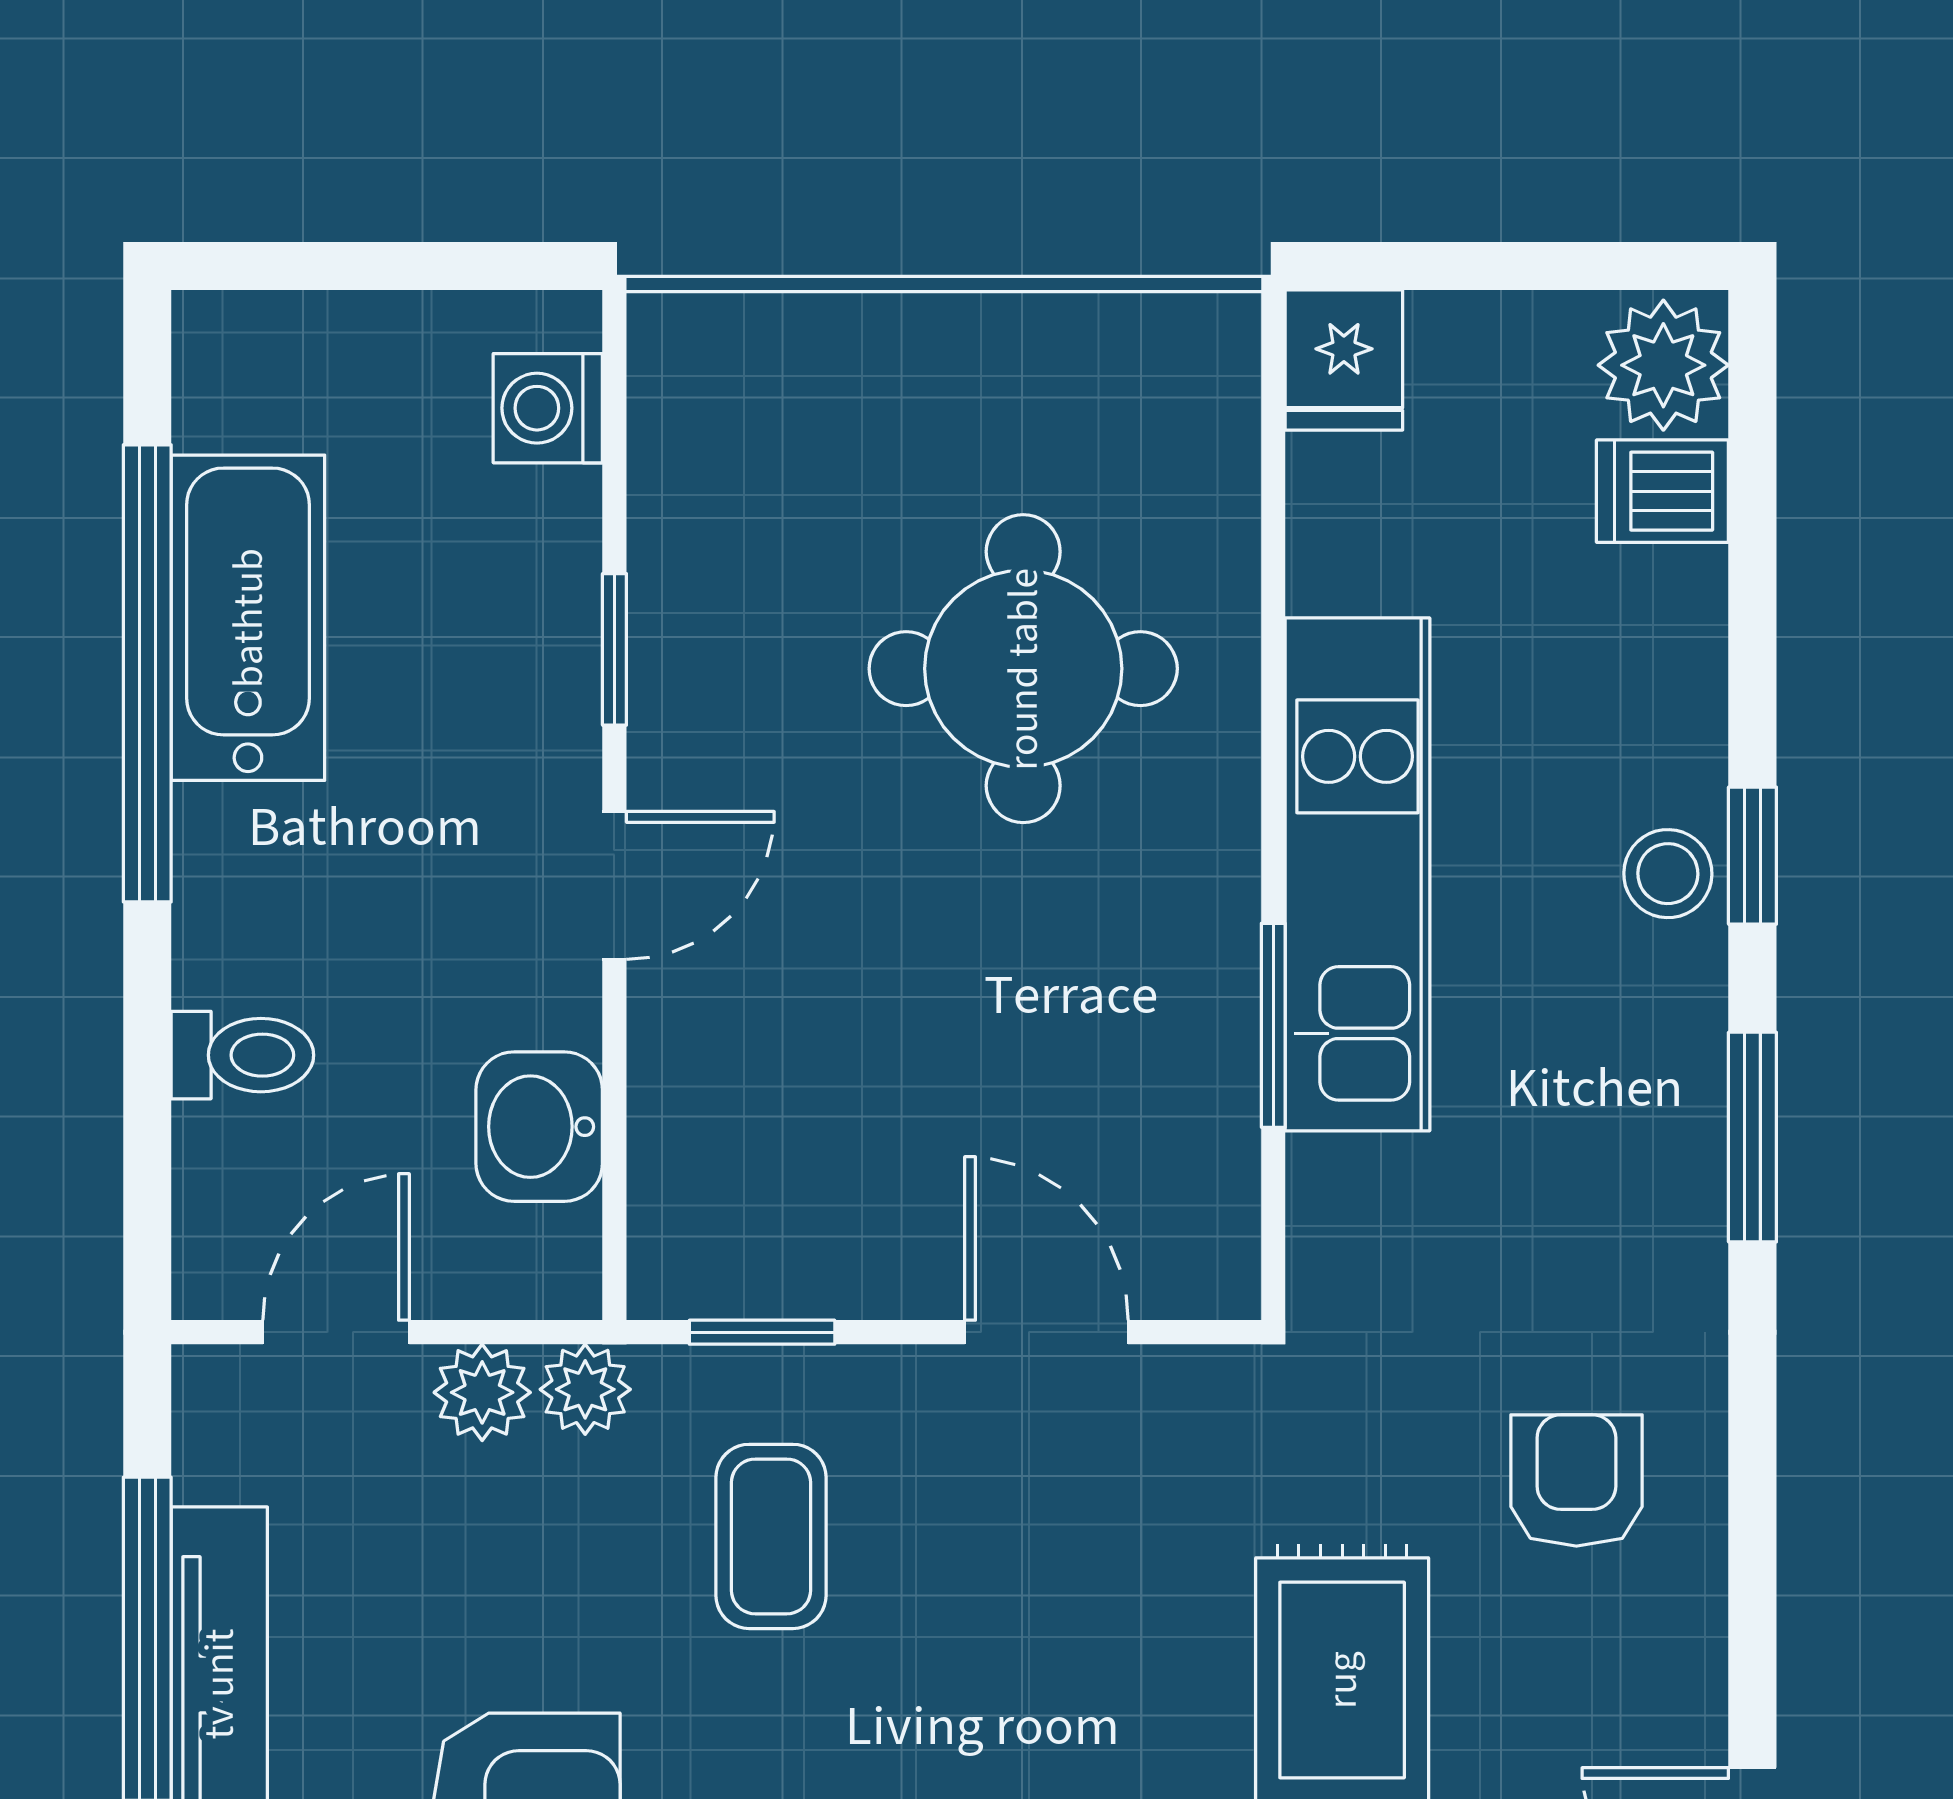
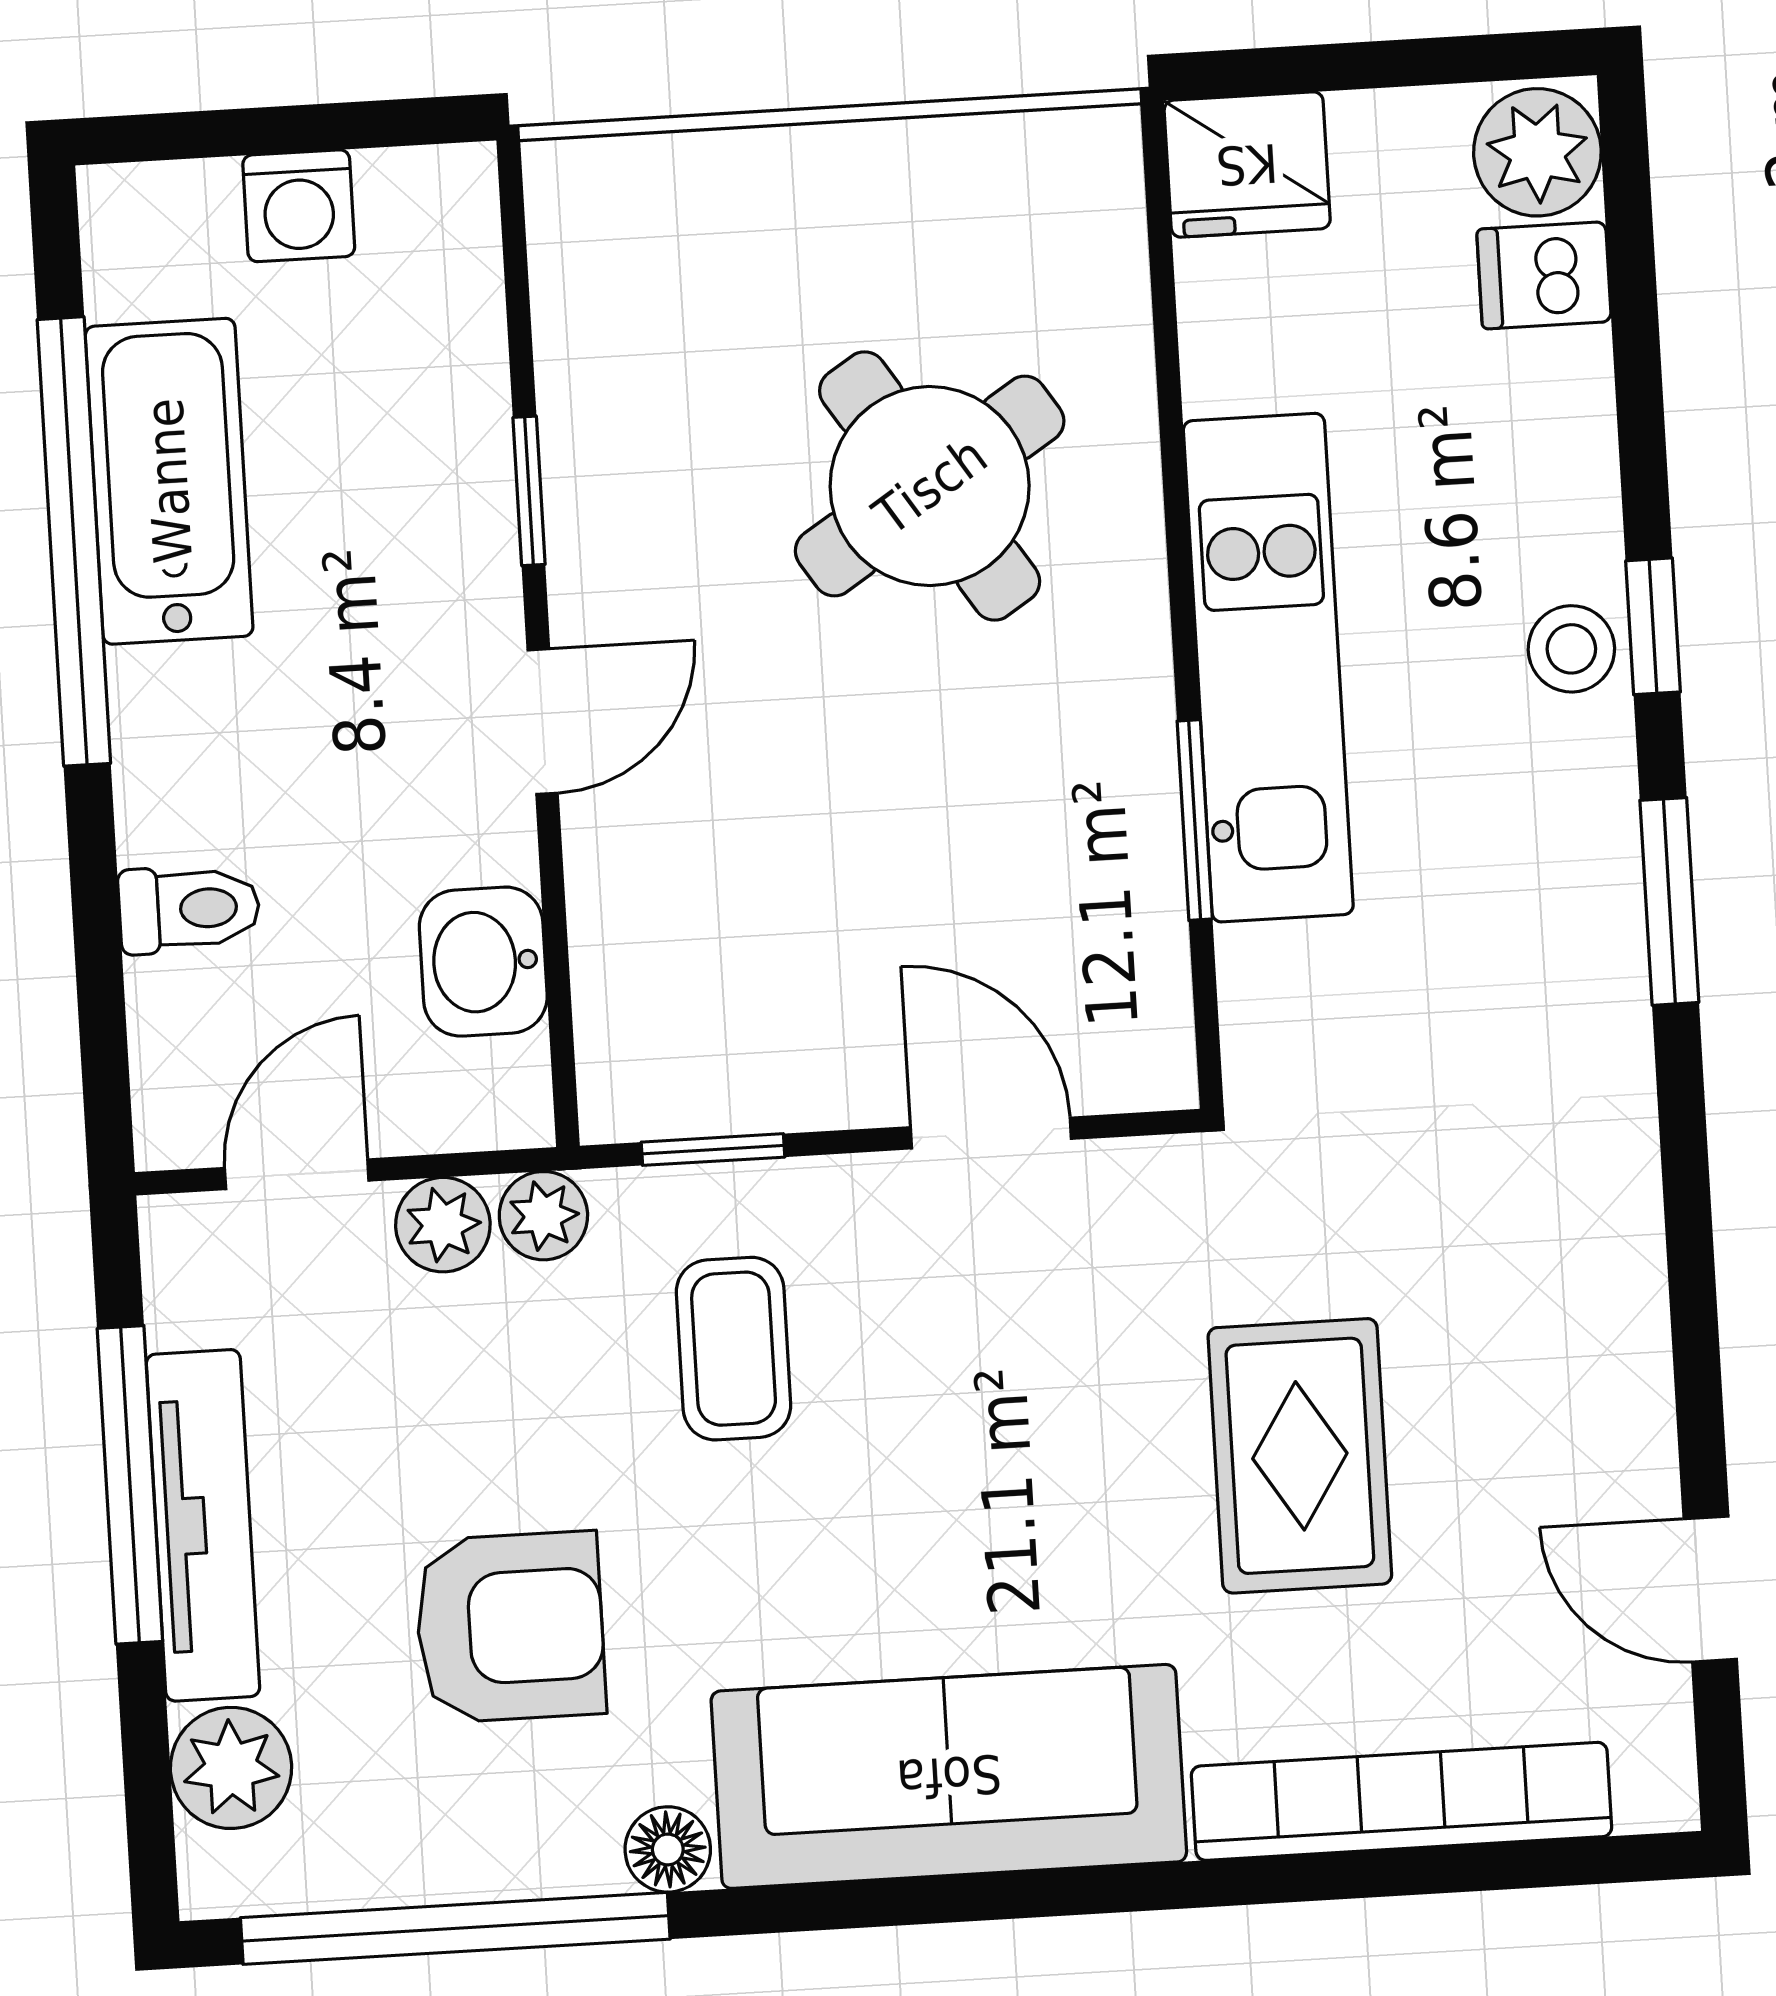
fridge: (1344, 360) -> (1247, 164), width x1.38
washing machine: (548, 408) -> (299, 206), moved, turned -90
round table: (1023, 669) -> (930, 486), turned -33
armchair: (1576, 1480) -> (1517, 1247), removed

